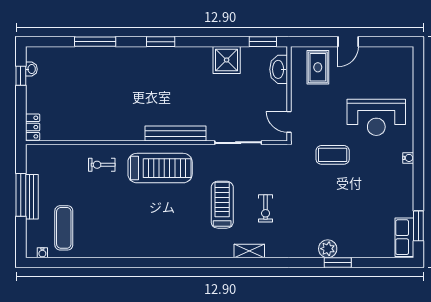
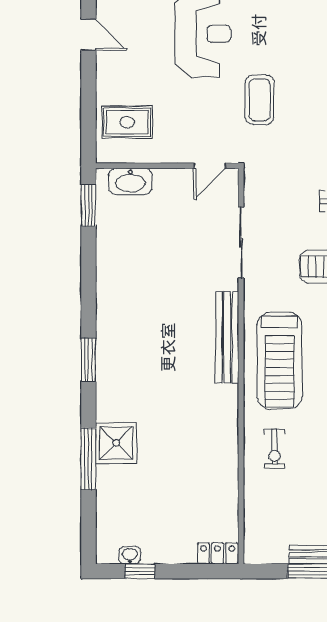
door: (348, 42) -> (88, 35), moved
shower: (227, 60) -> (116, 443), moved
treadmill: (160, 168) -> (280, 361), turned 180

